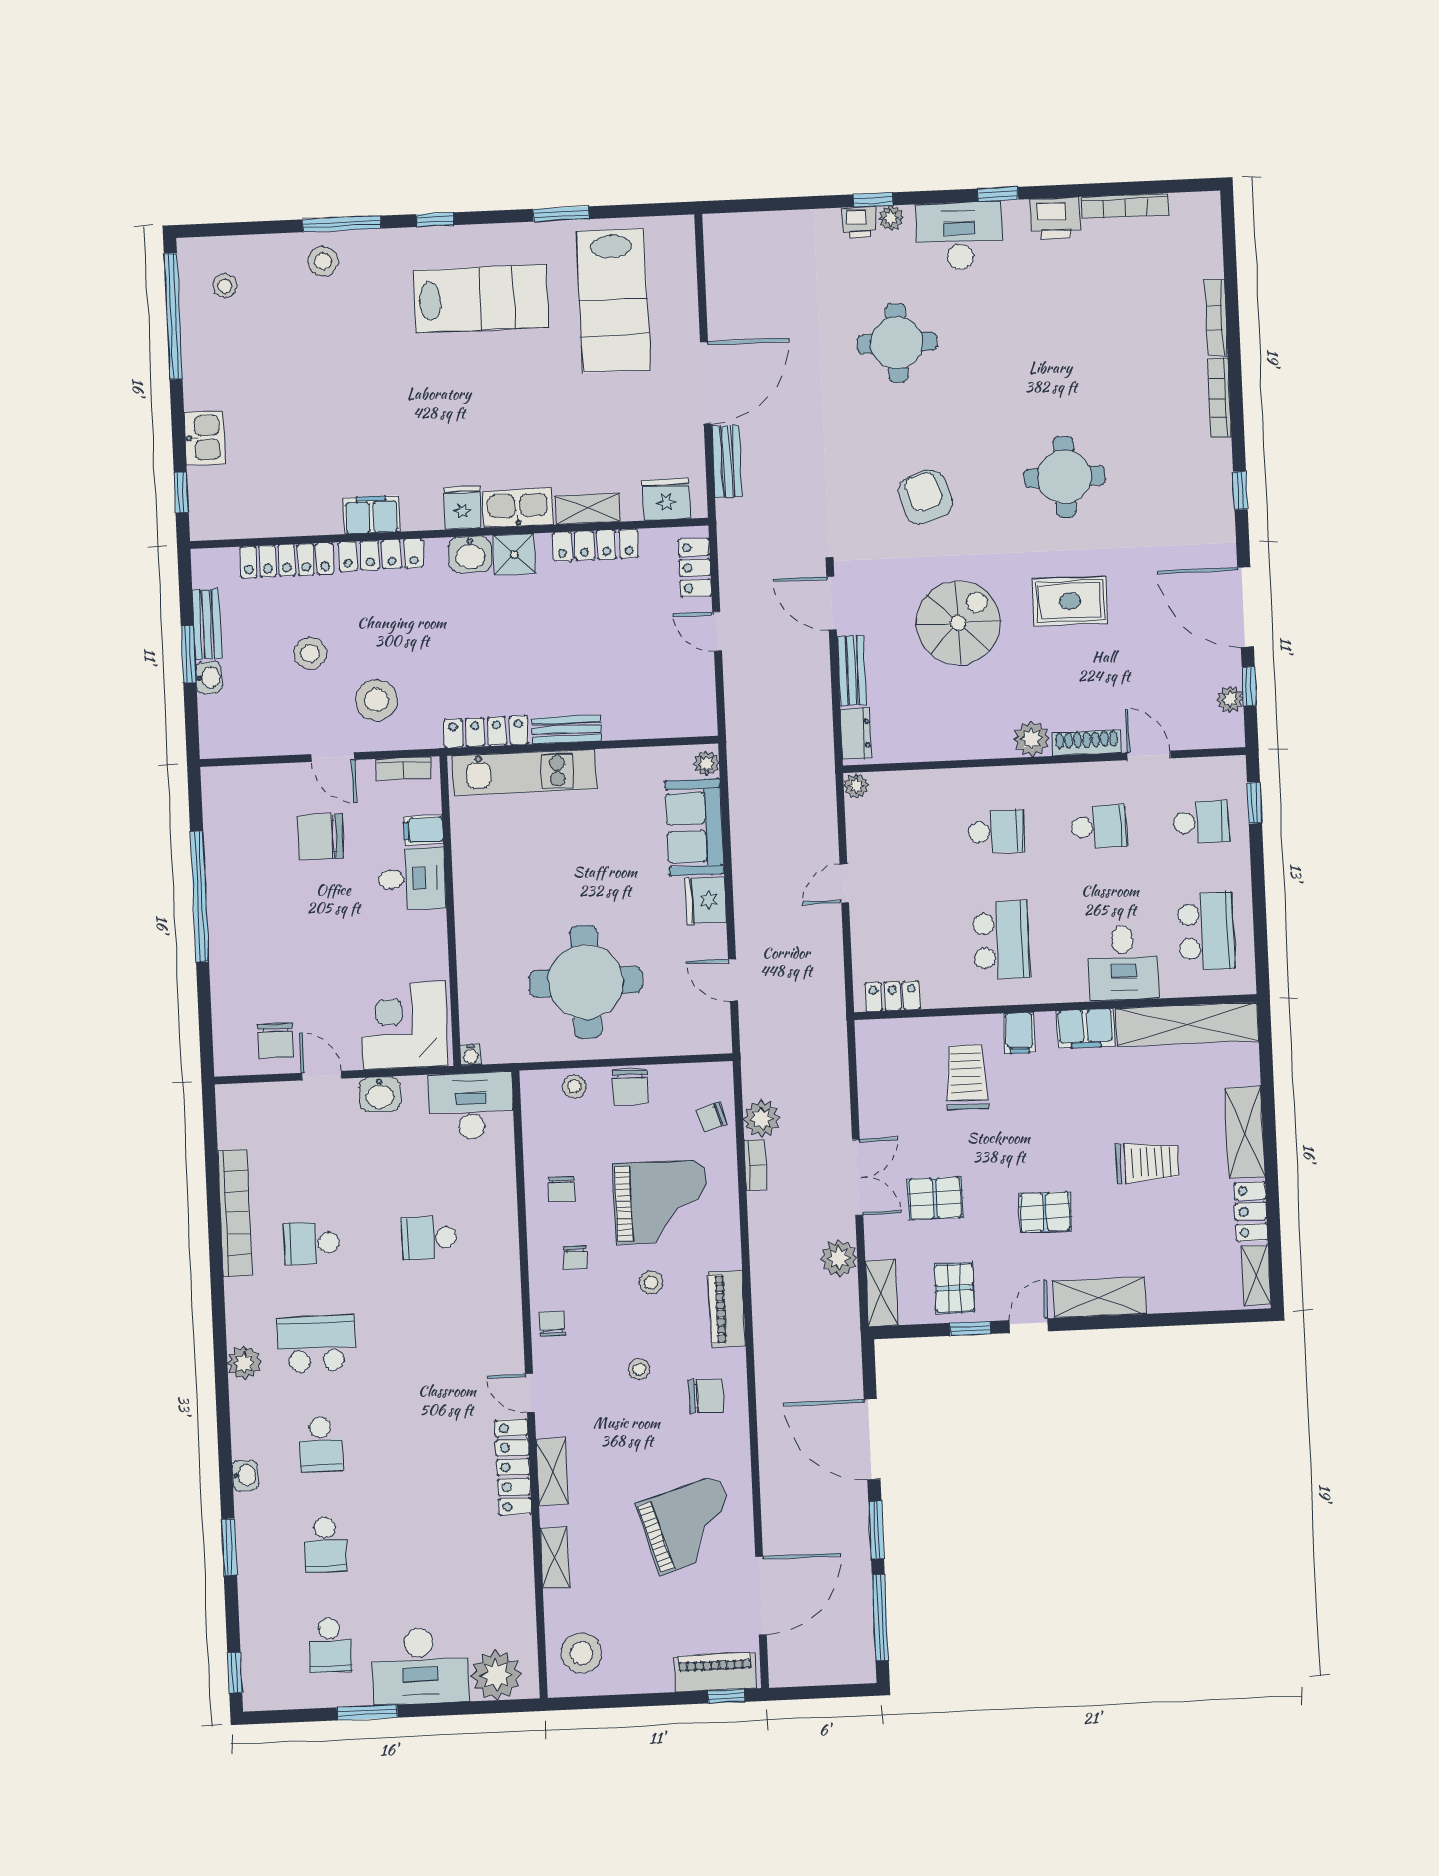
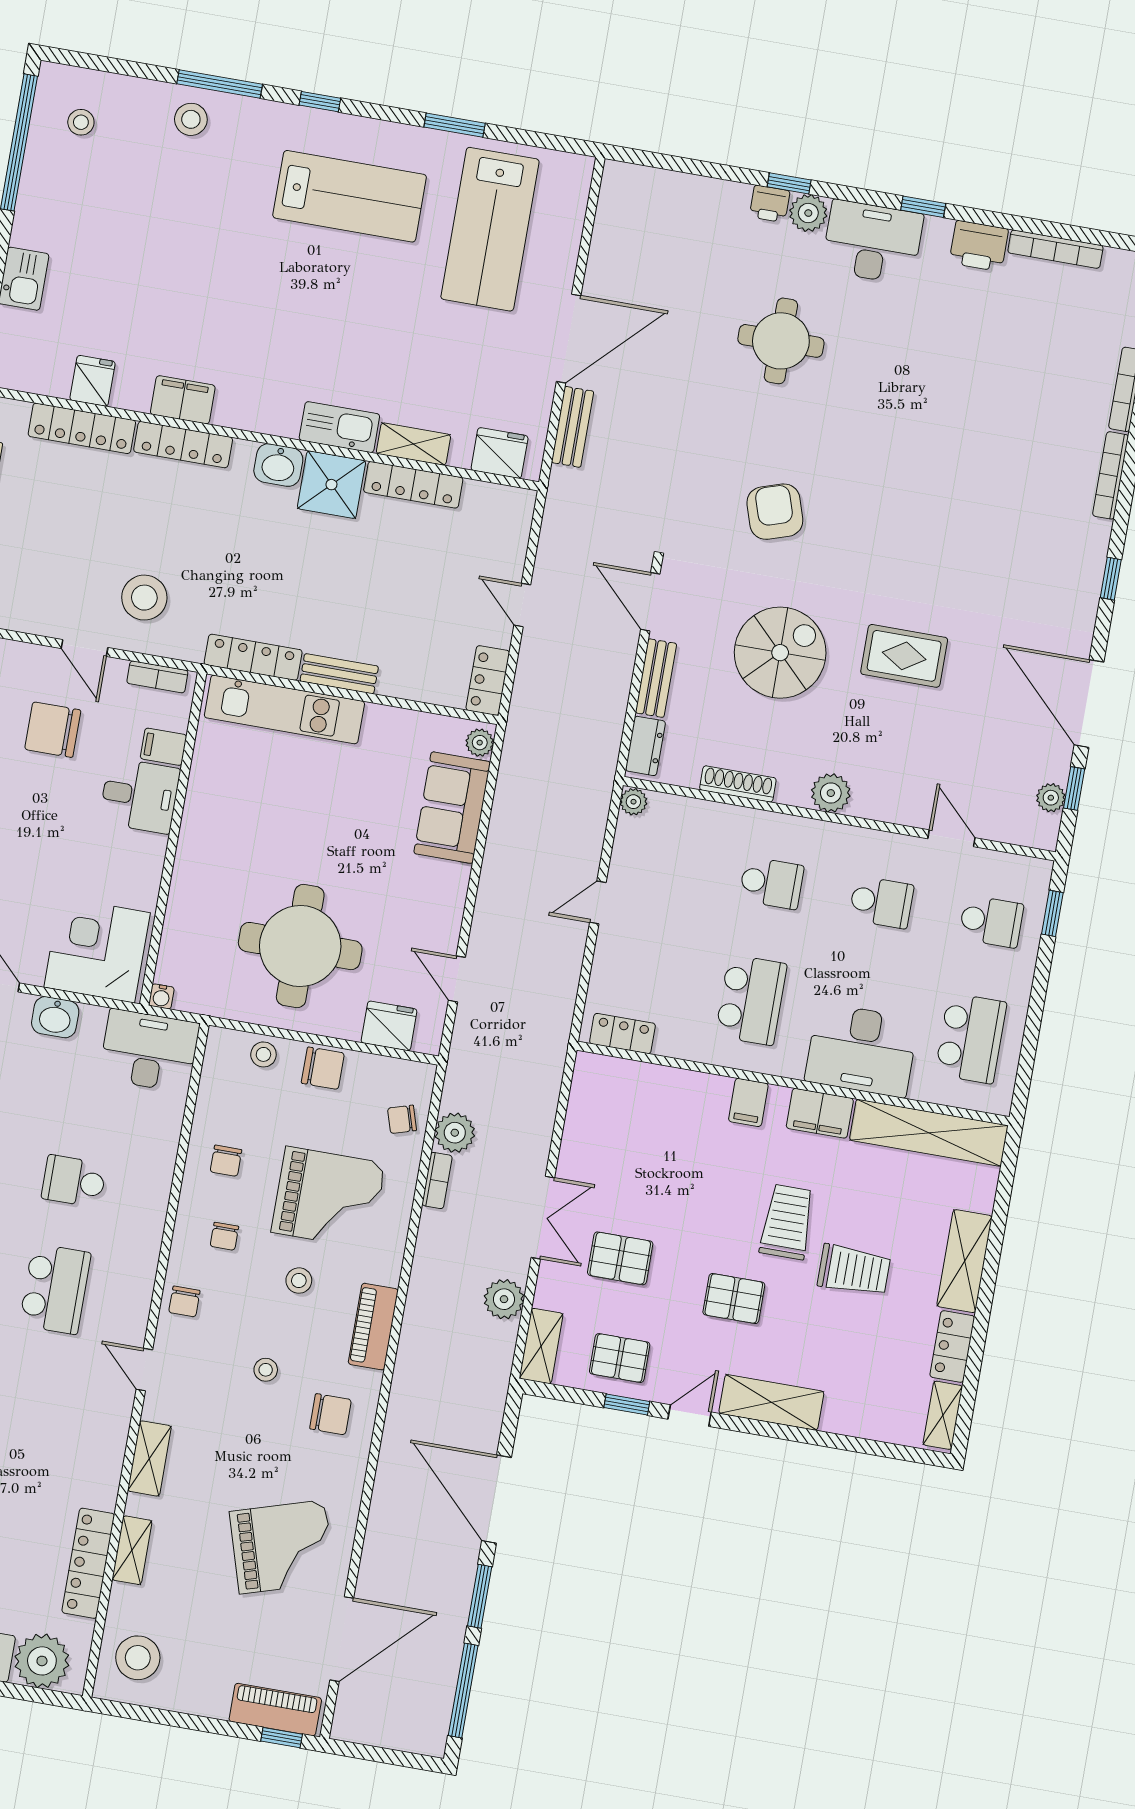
plant: (891, 218) -> (808, 213), width x1.38, depth x1.38
round table: (1065, 477) -> (928, 523), removed
fridge: (463, 508) -> (93, 381), moved
shower: (514, 554) -> (331, 485), width x1.36, depth x1.36
locker: (695, 568) -> (488, 680), moved
stool: (310, 653) -> (85, 533), removed
shoe rack: (1087, 743) -> (738, 784), moved
fridge: (706, 900) -> (389, 1026), moved, turned 90
desk: (1123, 963) -> (862, 1050), width x1.37
trolley: (966, 1077) -> (787, 1222), moved
chair: (630, 1087) -> (323, 1068), turned -90
pallet: (954, 1288) -> (620, 1358), turned 90
chair: (552, 1324) -> (184, 1302), turned 180
school desk: (434, 1338) -> (55, 1289), added
locker: (513, 1467) -> (88, 1563), moved

